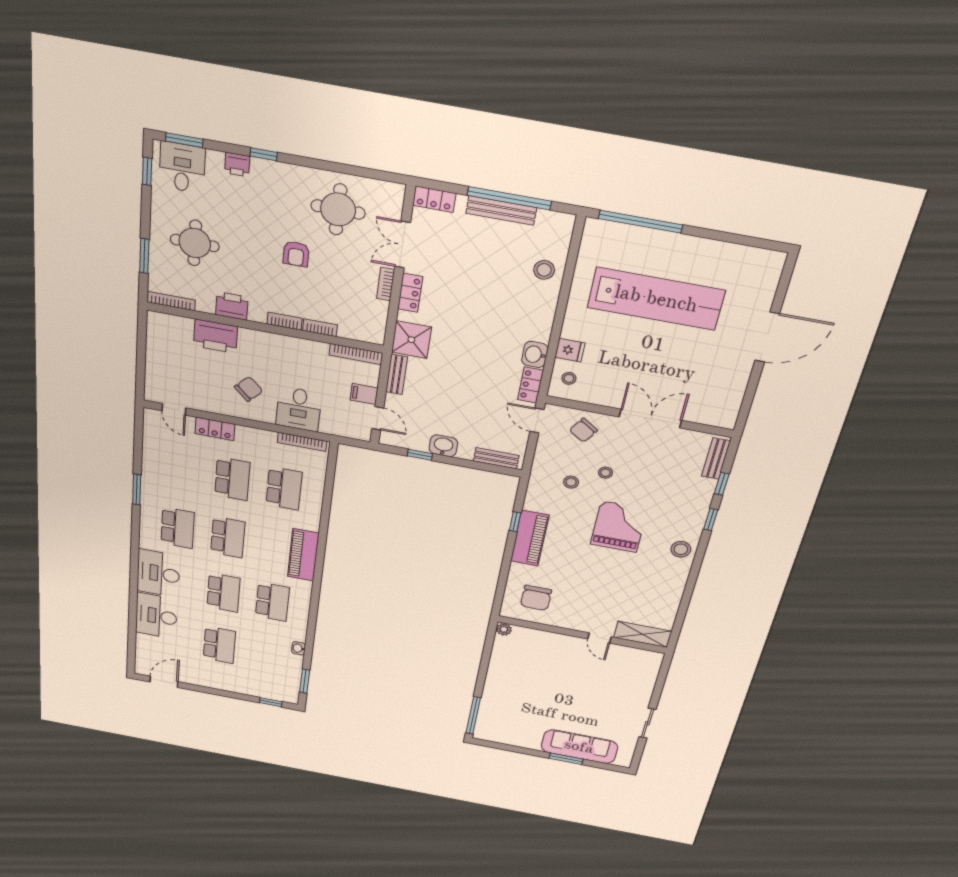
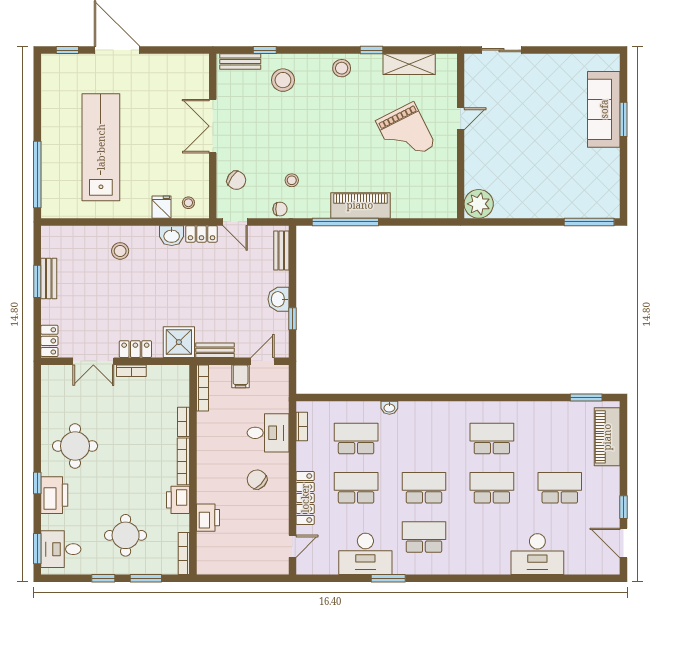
printer: (237, 165) -> (54, 495), width x1.87, depth x1.48
window: (147, 171) -> (103, 578), moved
window: (509, 198) -> (37, 281), width x0.47
round table: (338, 209) -> (75, 446), moved
bench: (501, 210) -> (49, 278), width x0.73
armchair: (296, 254) -> (119, 449), removed
stool: (544, 270) -> (120, 251), moved
window: (784, 283) -> (67, 50), added
bookcase: (285, 321) -> (183, 461), width x1.56
printer: (216, 336) -> (208, 518), width x0.73, depth x0.84
door: (537, 420) -> (235, 222), hinge flipped
locker: (215, 429) -> (305, 498), width x1.53
bookcase: (302, 442) -> (302, 427), width x0.64
stool: (605, 473) -> (283, 80), moved, width x1.89, depth x1.89
window: (711, 519) -> (372, 50), moved
window: (515, 522) -> (345, 222), width x3.17
grand piano: (619, 527) -> (406, 133), moved, turned -117
piano: (303, 555) -> (607, 437), moved, turned 90
desk: (158, 573) -> (365, 554), moved
chair: (536, 598) -> (280, 209), moved, width x0.54, depth x0.54
plant: (504, 629) -> (479, 204), width x1.87, depth x1.87
shelving: (643, 634) -> (409, 64), moved, turned 90
washbasin: (298, 648) -> (389, 408), moved
window: (271, 702) -> (623, 507), moved
sliding door: (647, 723) -> (502, 50), moved

